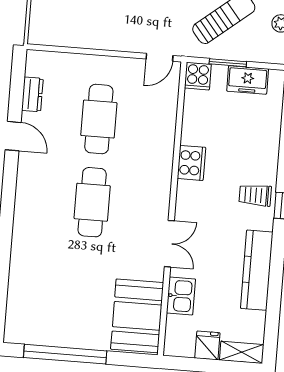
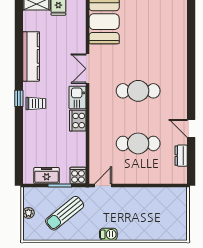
cafe table: (99, 119) -> (138, 143), turned 90
cafe table: (92, 202) -> (138, 91), turned 90
kitchen sink: (181, 296) -> (78, 97), moved

